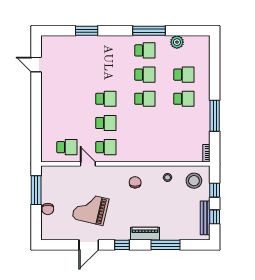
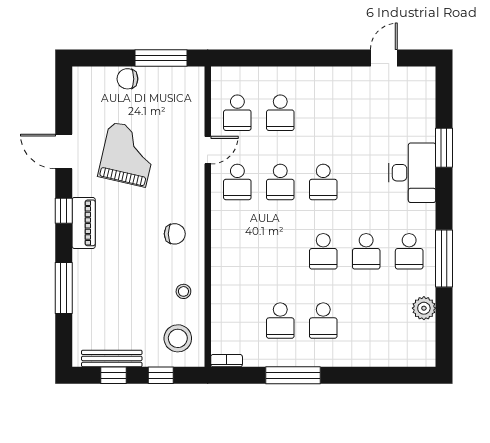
desk: (101, 49) -> (412, 173), added
school desk: (184, 75) -> (280, 321), moved
school desk: (67, 123) -> (280, 113), added
piano: (145, 234) -> (84, 223), moved

